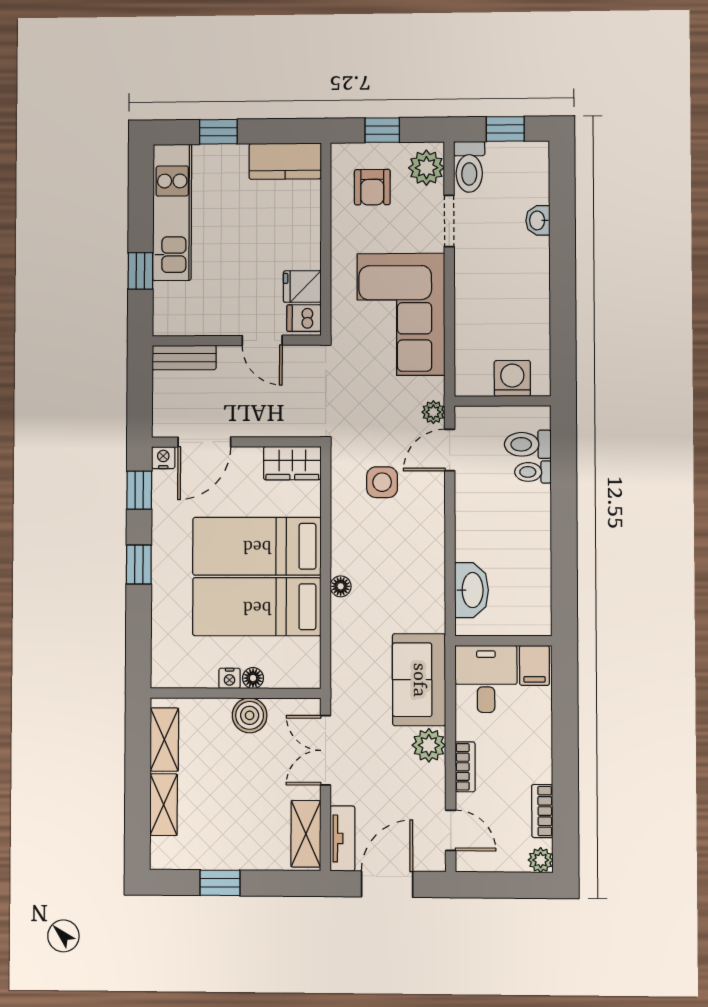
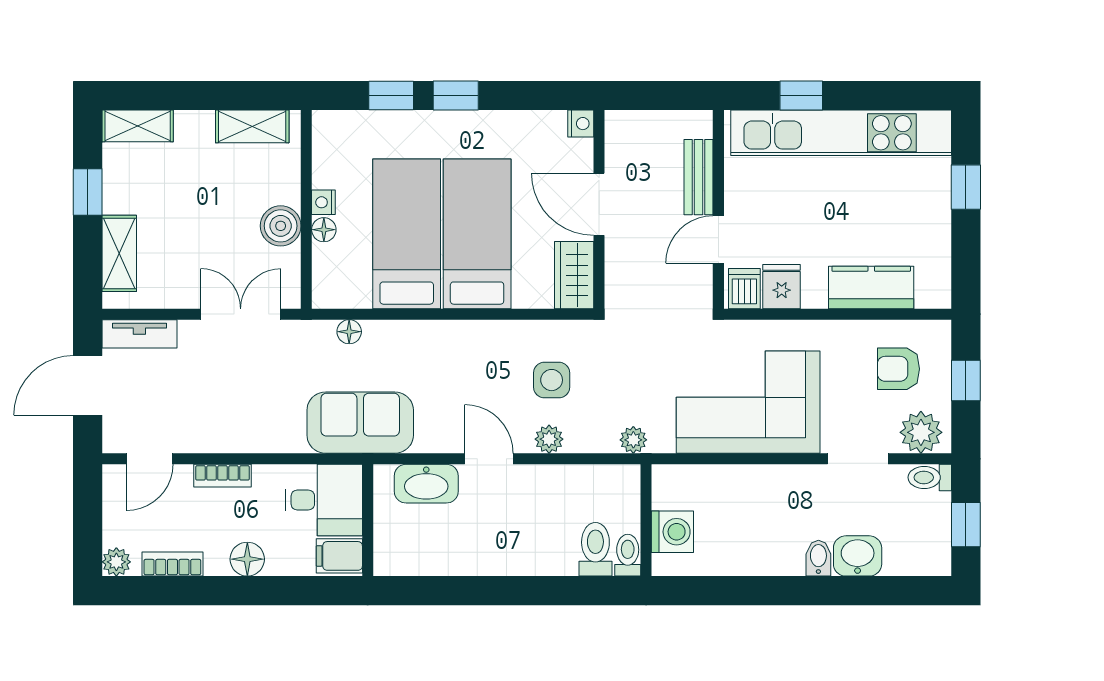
kitchen counter: (285, 161) -> (871, 287), moved, turned 90
toilet: (469, 167) -> (930, 477), width x0.73, depth x0.72
kitchen unit: (172, 212) -> (841, 133), width x1.36
washbasin: (538, 220) -> (858, 556), width x1.38, depth x1.45
bidet: (534, 254) -> (818, 558), added
bench: (184, 358) -> (698, 177), moved
door: (204, 442) -> (599, 204), moved
door: (450, 450) -> (489, 459), moved
toilet: (533, 472) -> (628, 555), moved
window: (139, 490) -> (391, 95), moved
floor lamp: (341, 586) -> (349, 332), moved
sofa: (419, 680) -> (360, 423), moved
plant: (429, 745) -> (549, 439), moved, width x0.73, depth x0.73
floor lamp: (538, 746) -> (247, 559), added
shelving: (164, 805) -> (138, 126), moved
shelving: (306, 834) -> (119, 253), moved, turned 90
door: (387, 884) -> (88, 385), swing flipped

